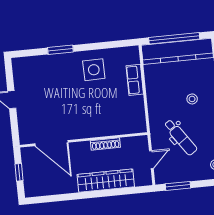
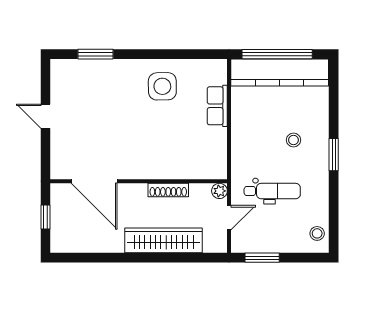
window: (60, 50) -> (96, 54), moved
dental chair: (180, 137) -> (272, 191), turned -55
plant: (142, 141) -> (219, 191), added

